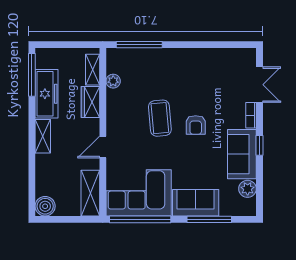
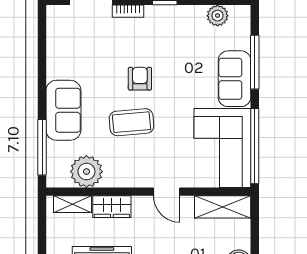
plant: (113, 81) -> (86, 172), width x1.88, depth x1.88
armchair: (196, 125) -> (140, 79), turned -90
sofa: (242, 154) -> (63, 110), moved, turned -90

